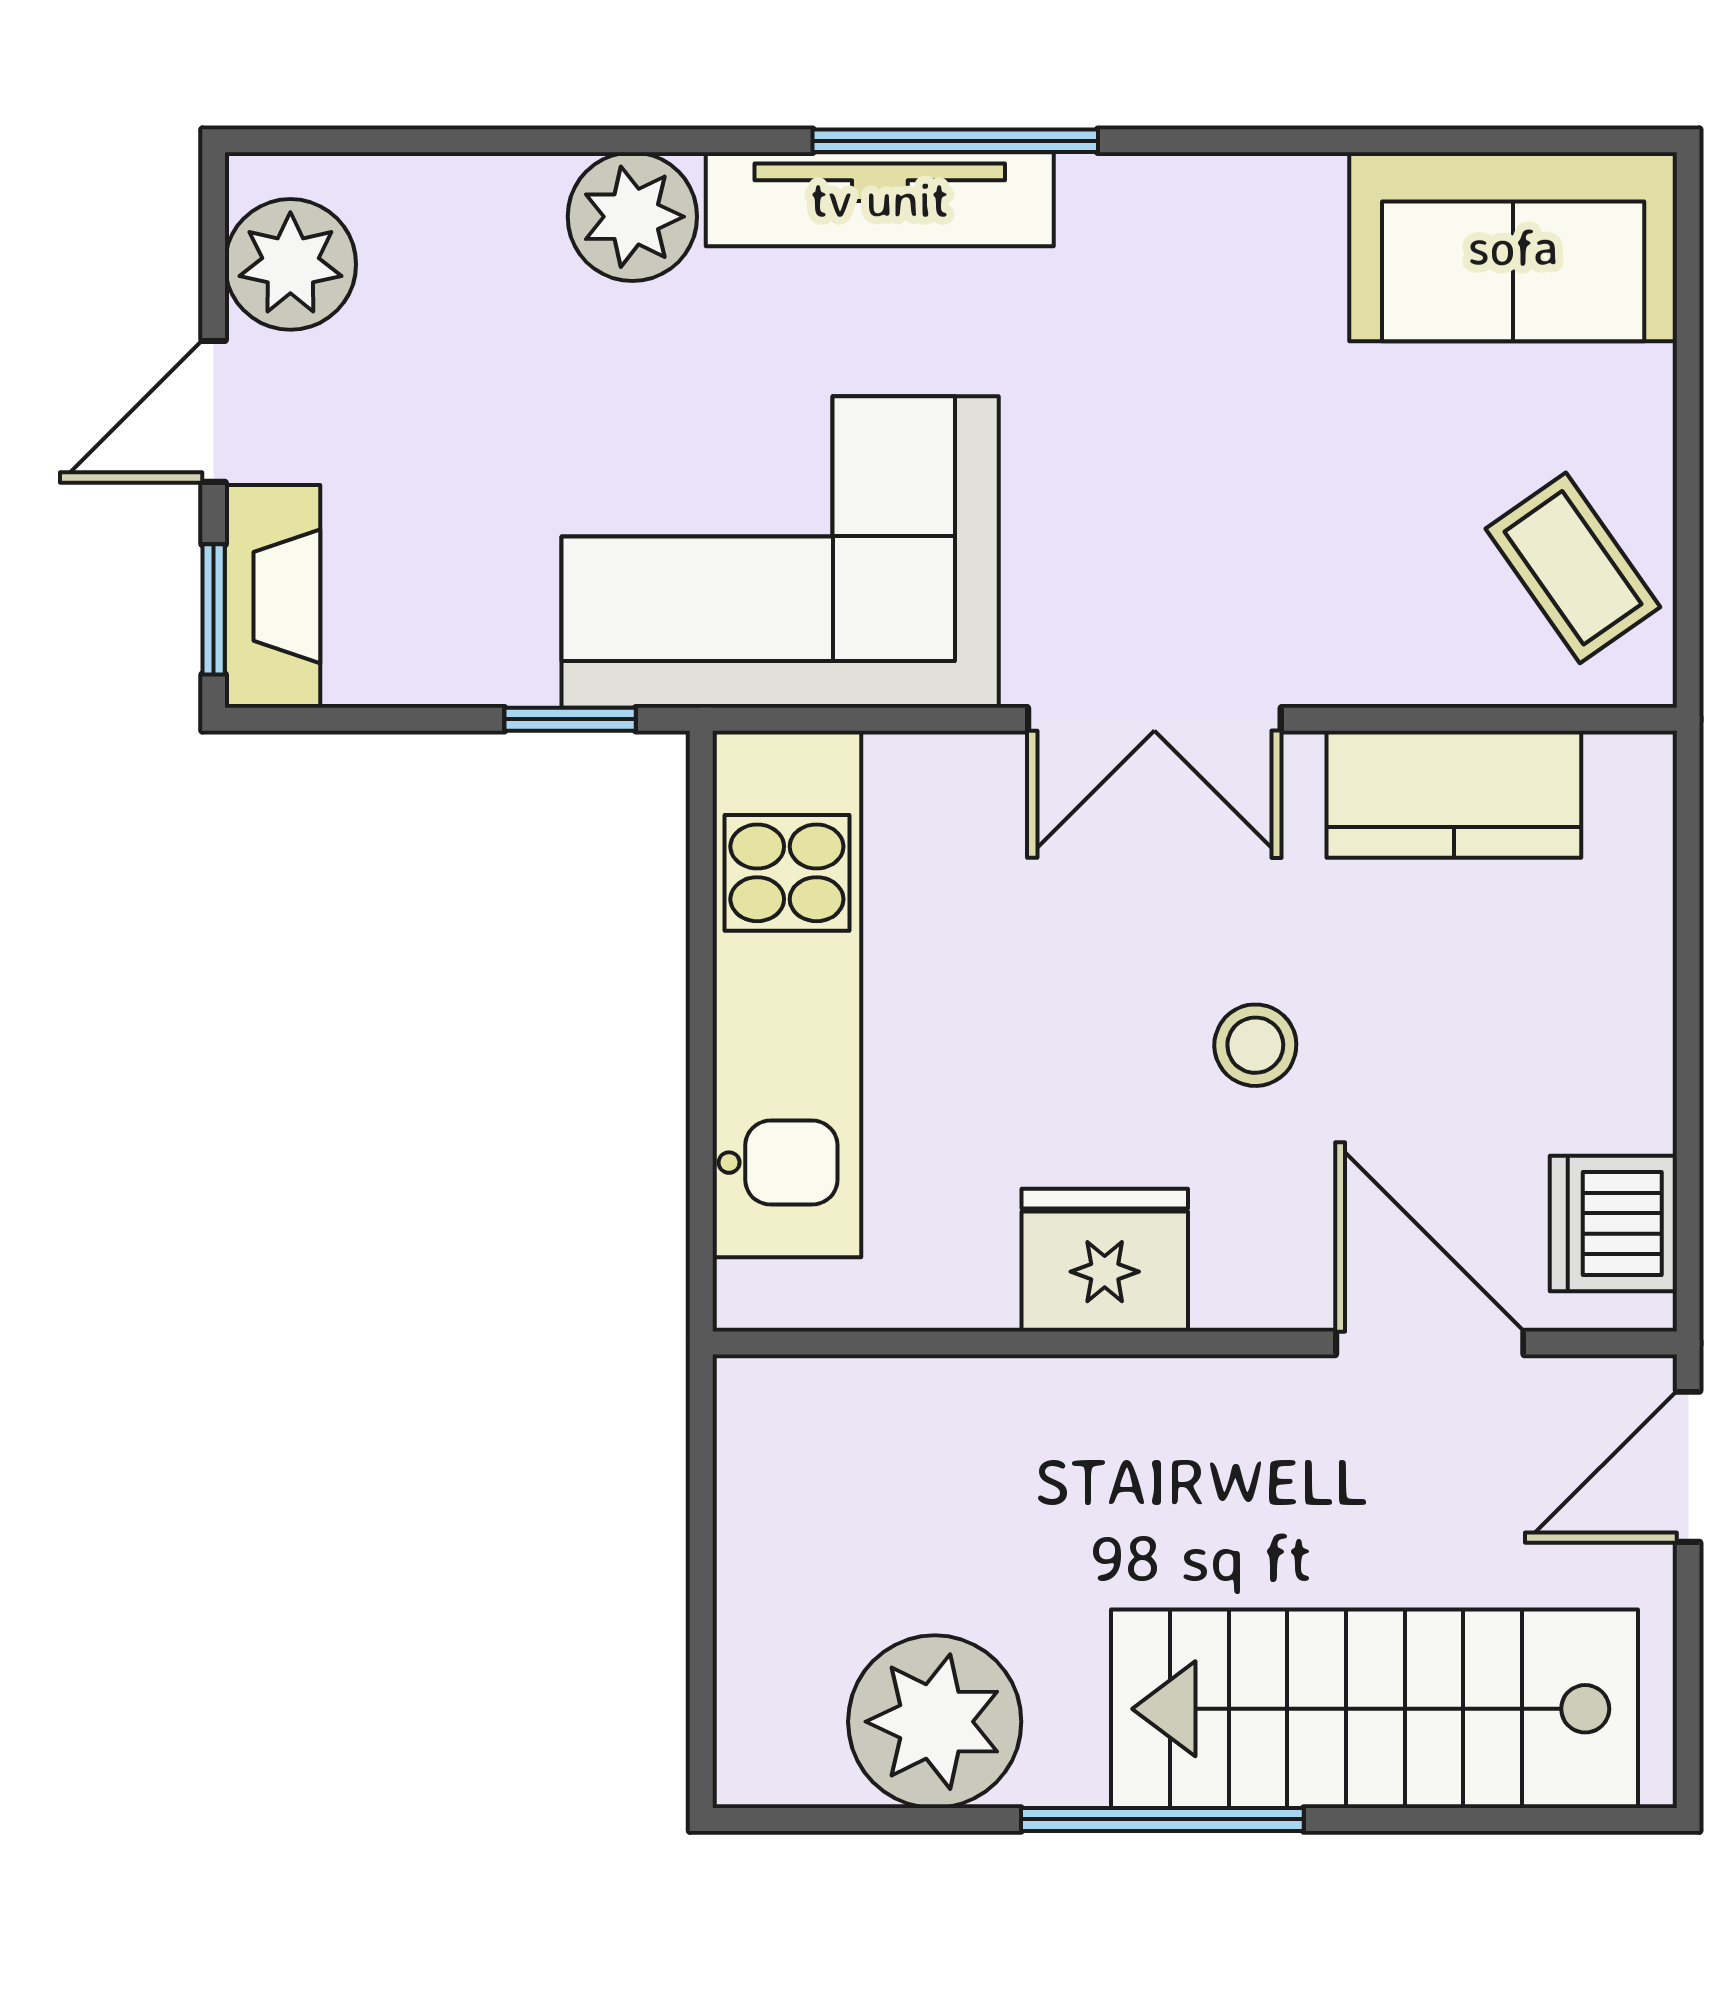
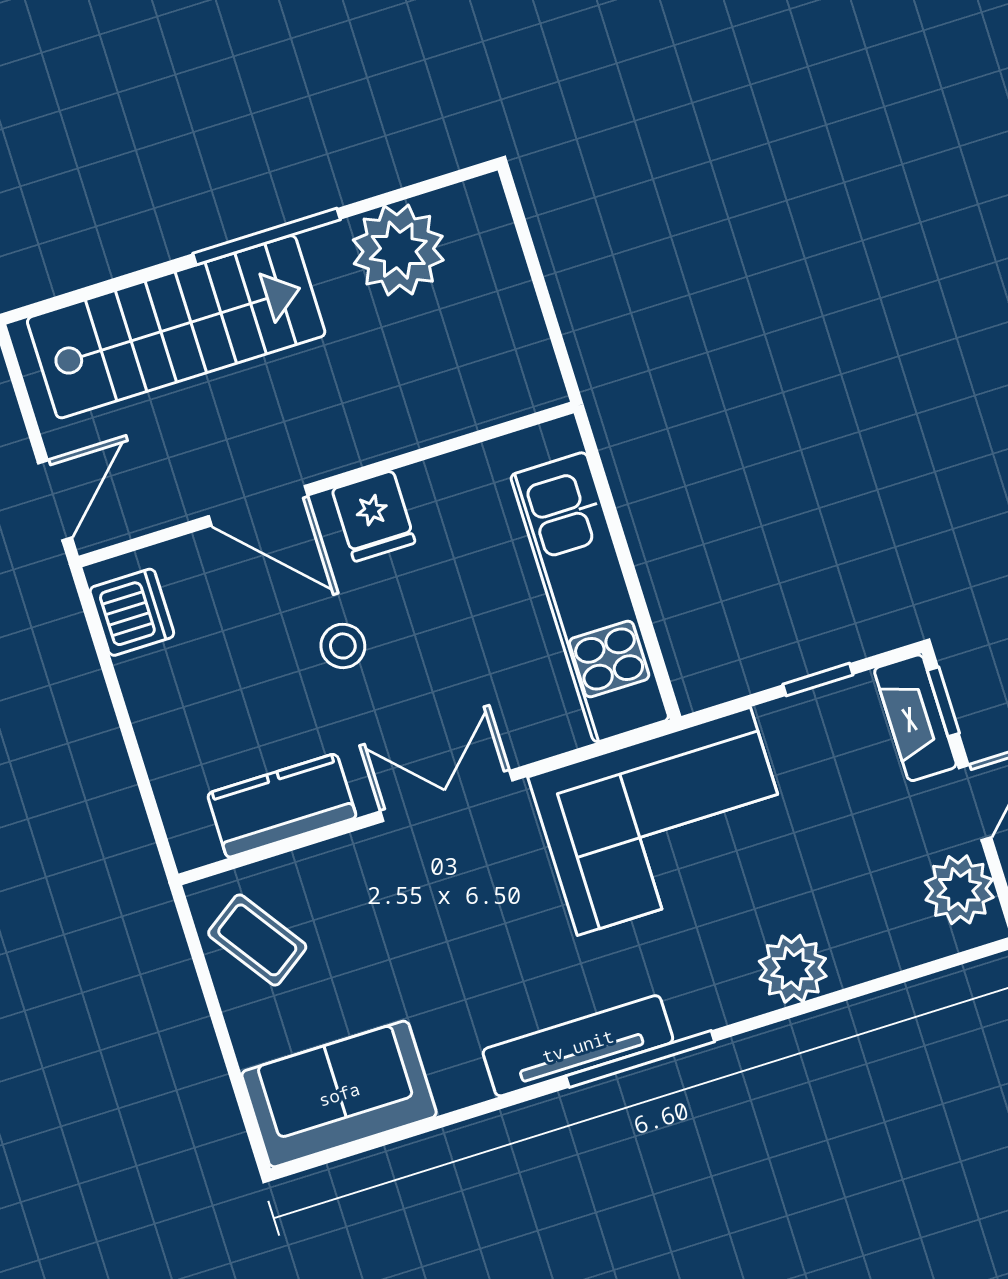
tv unit: (880, 199) -> (578, 1046), moved
window: (570, 719) -> (818, 680), moved
fridge: (1105, 1260) -> (374, 516), width x0.72
door: (1430, 1343) -> (258, 506), moved

